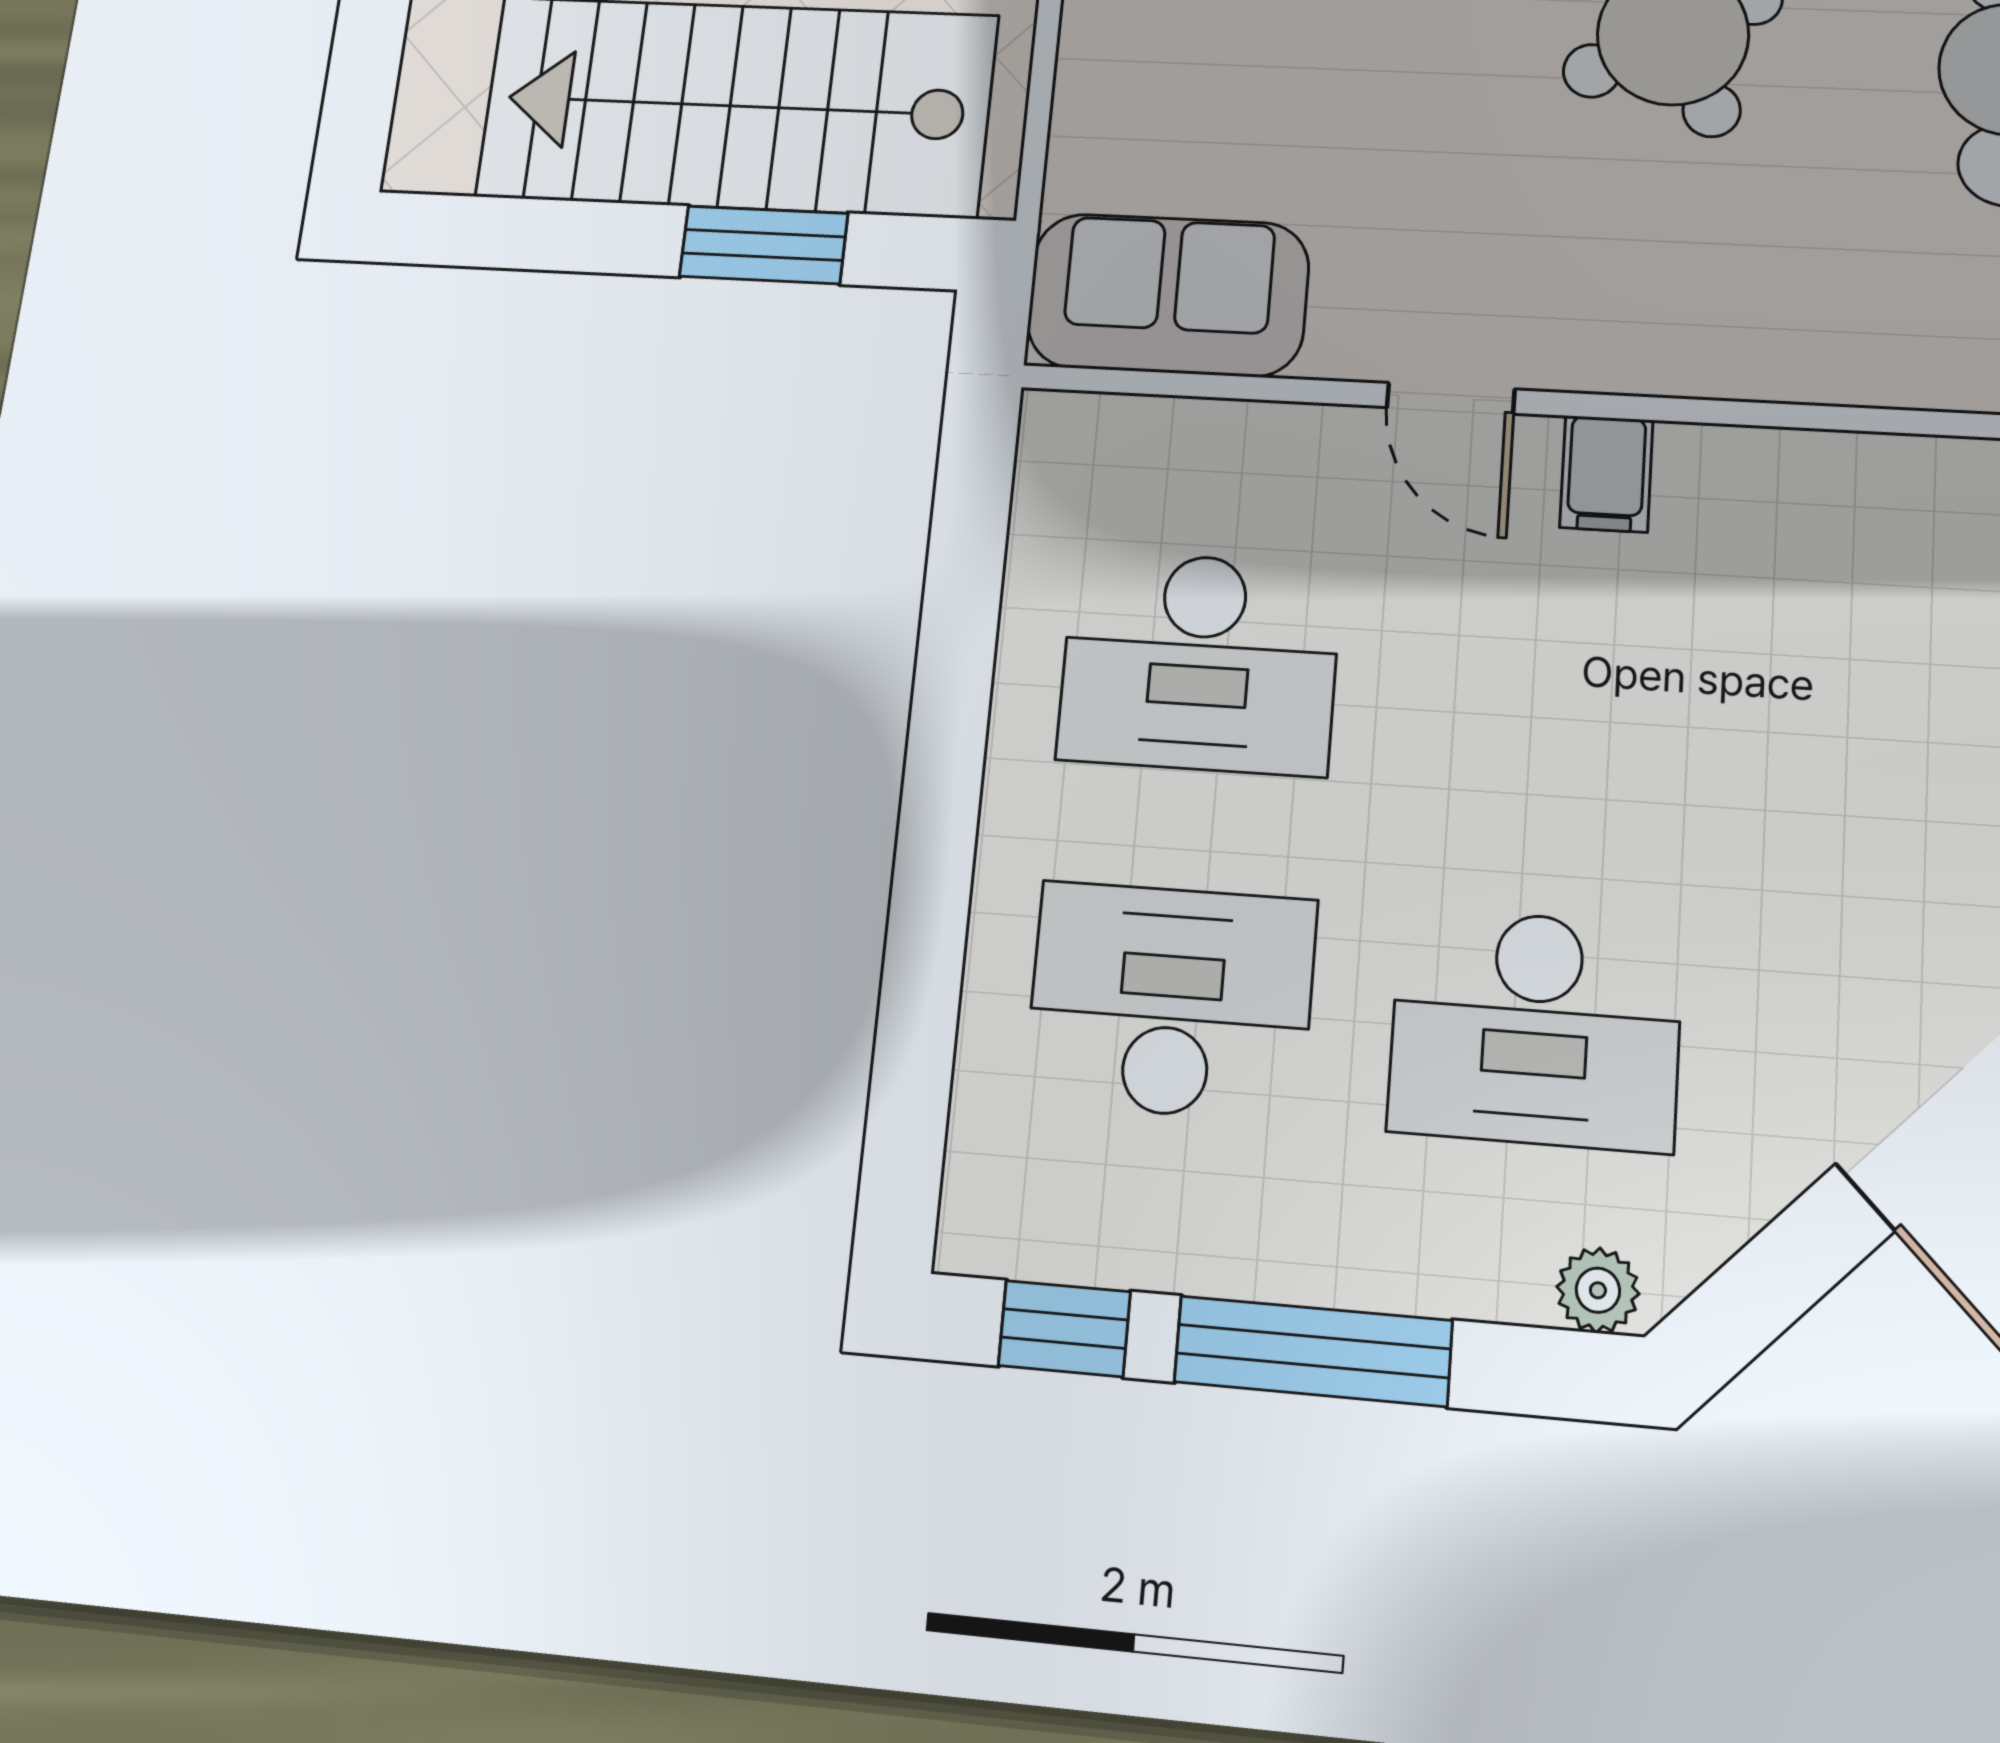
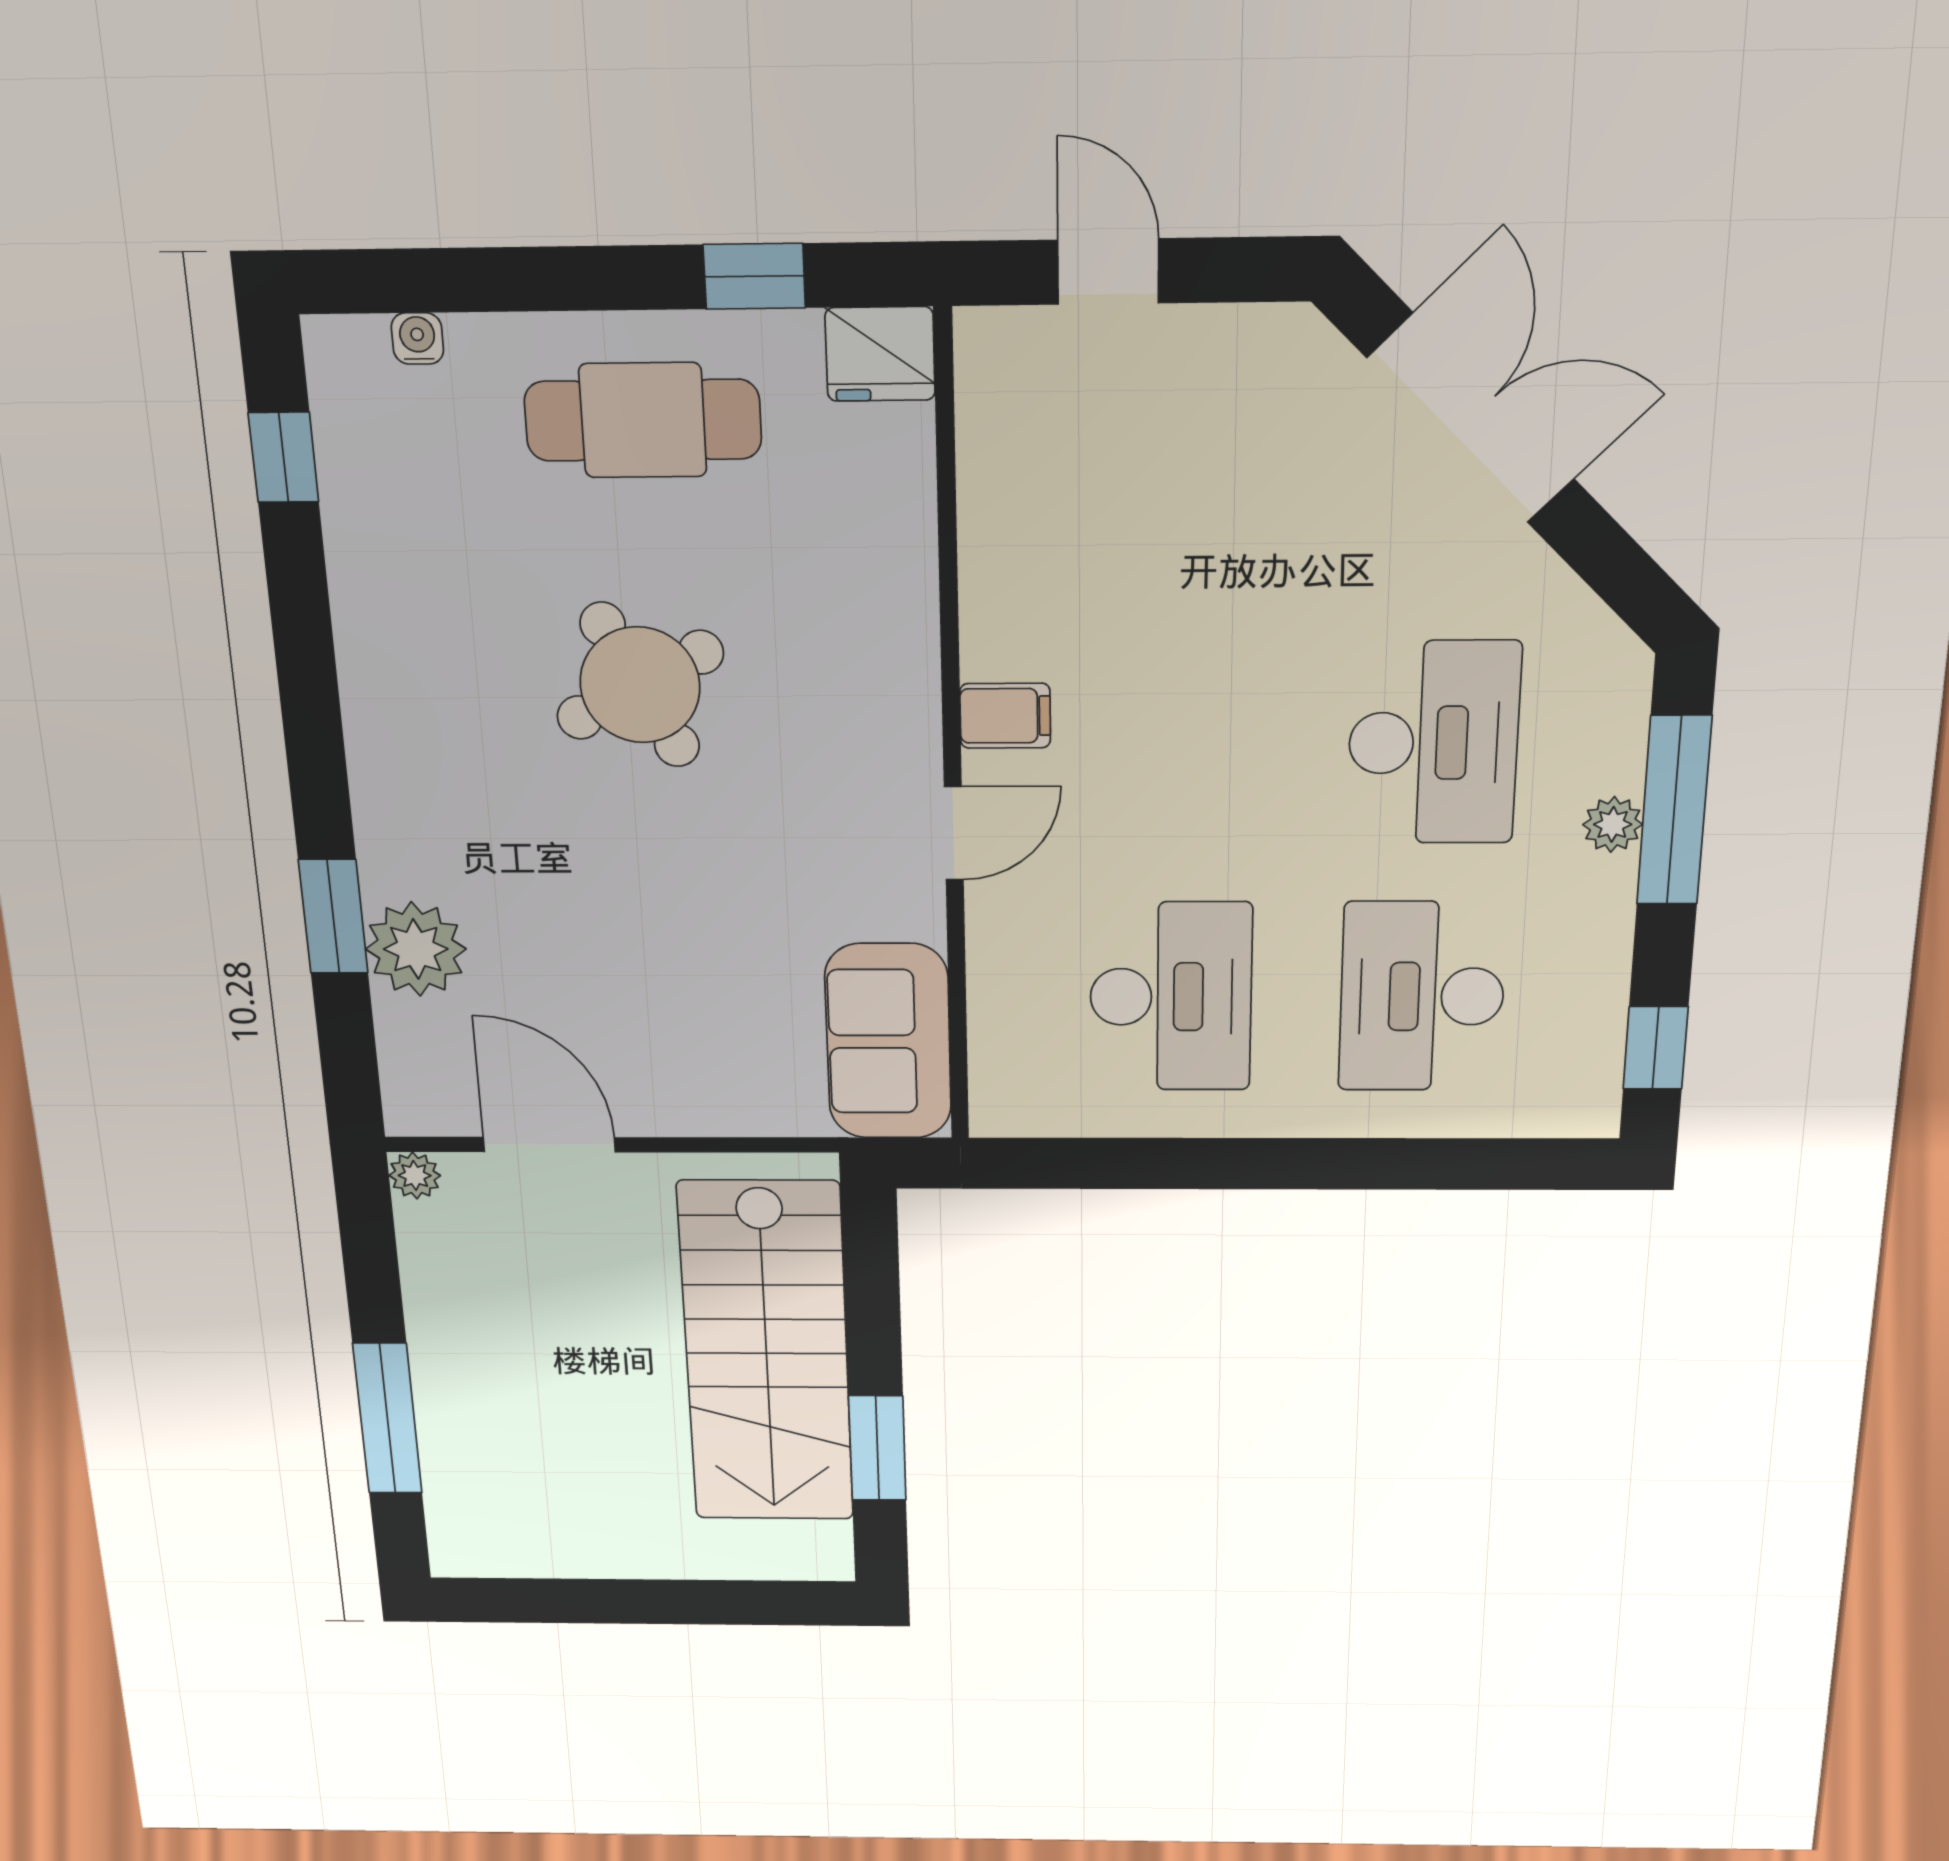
window: (764, 245) -> (877, 1448), moved
plant: (1598, 1290) -> (1613, 824), moved
window: (1313, 1351) -> (1674, 811), moved

